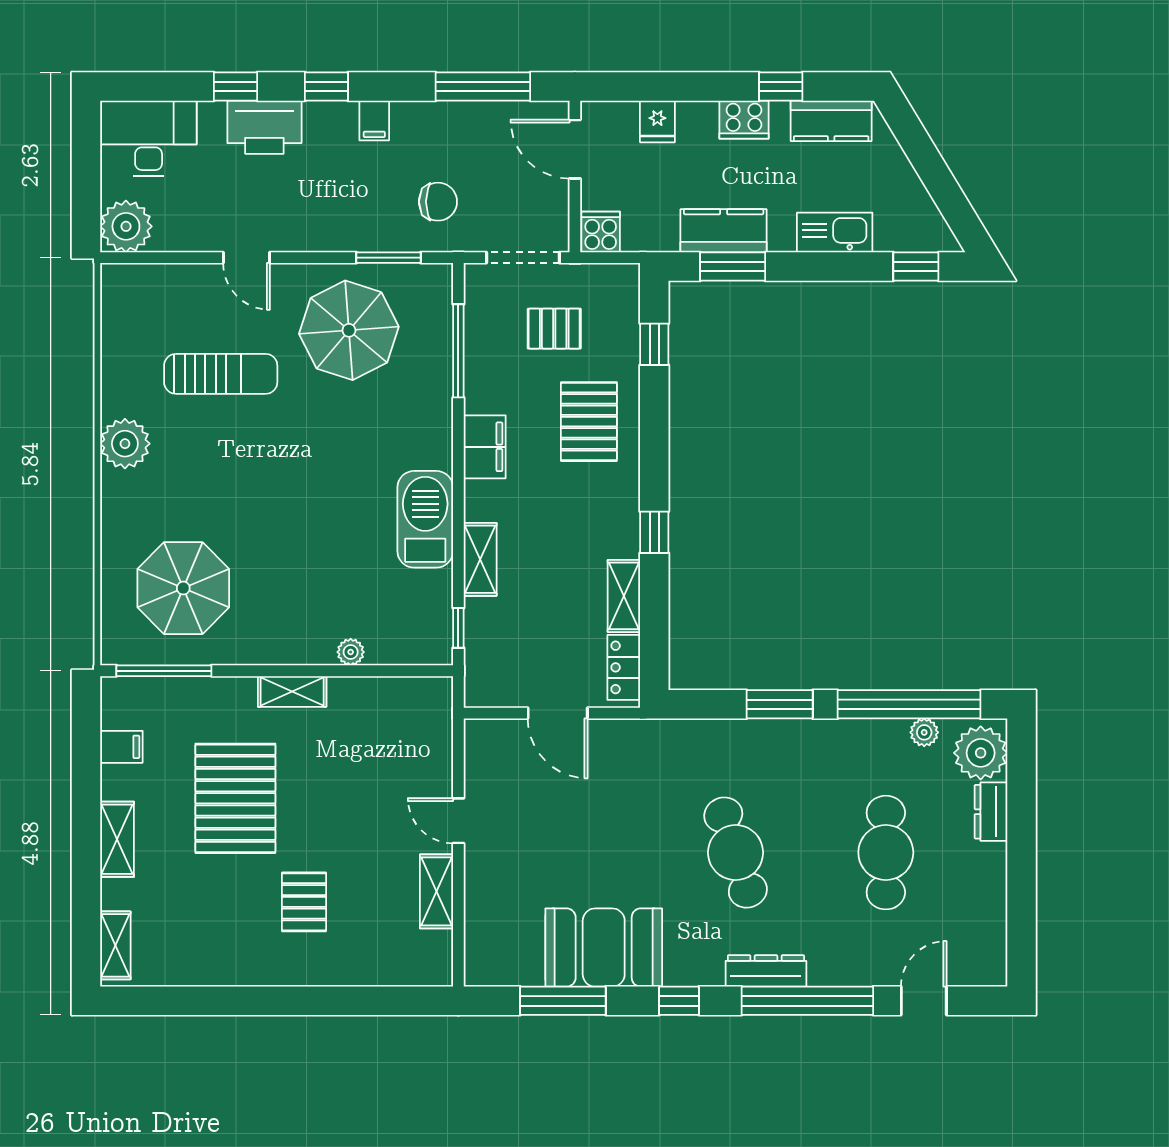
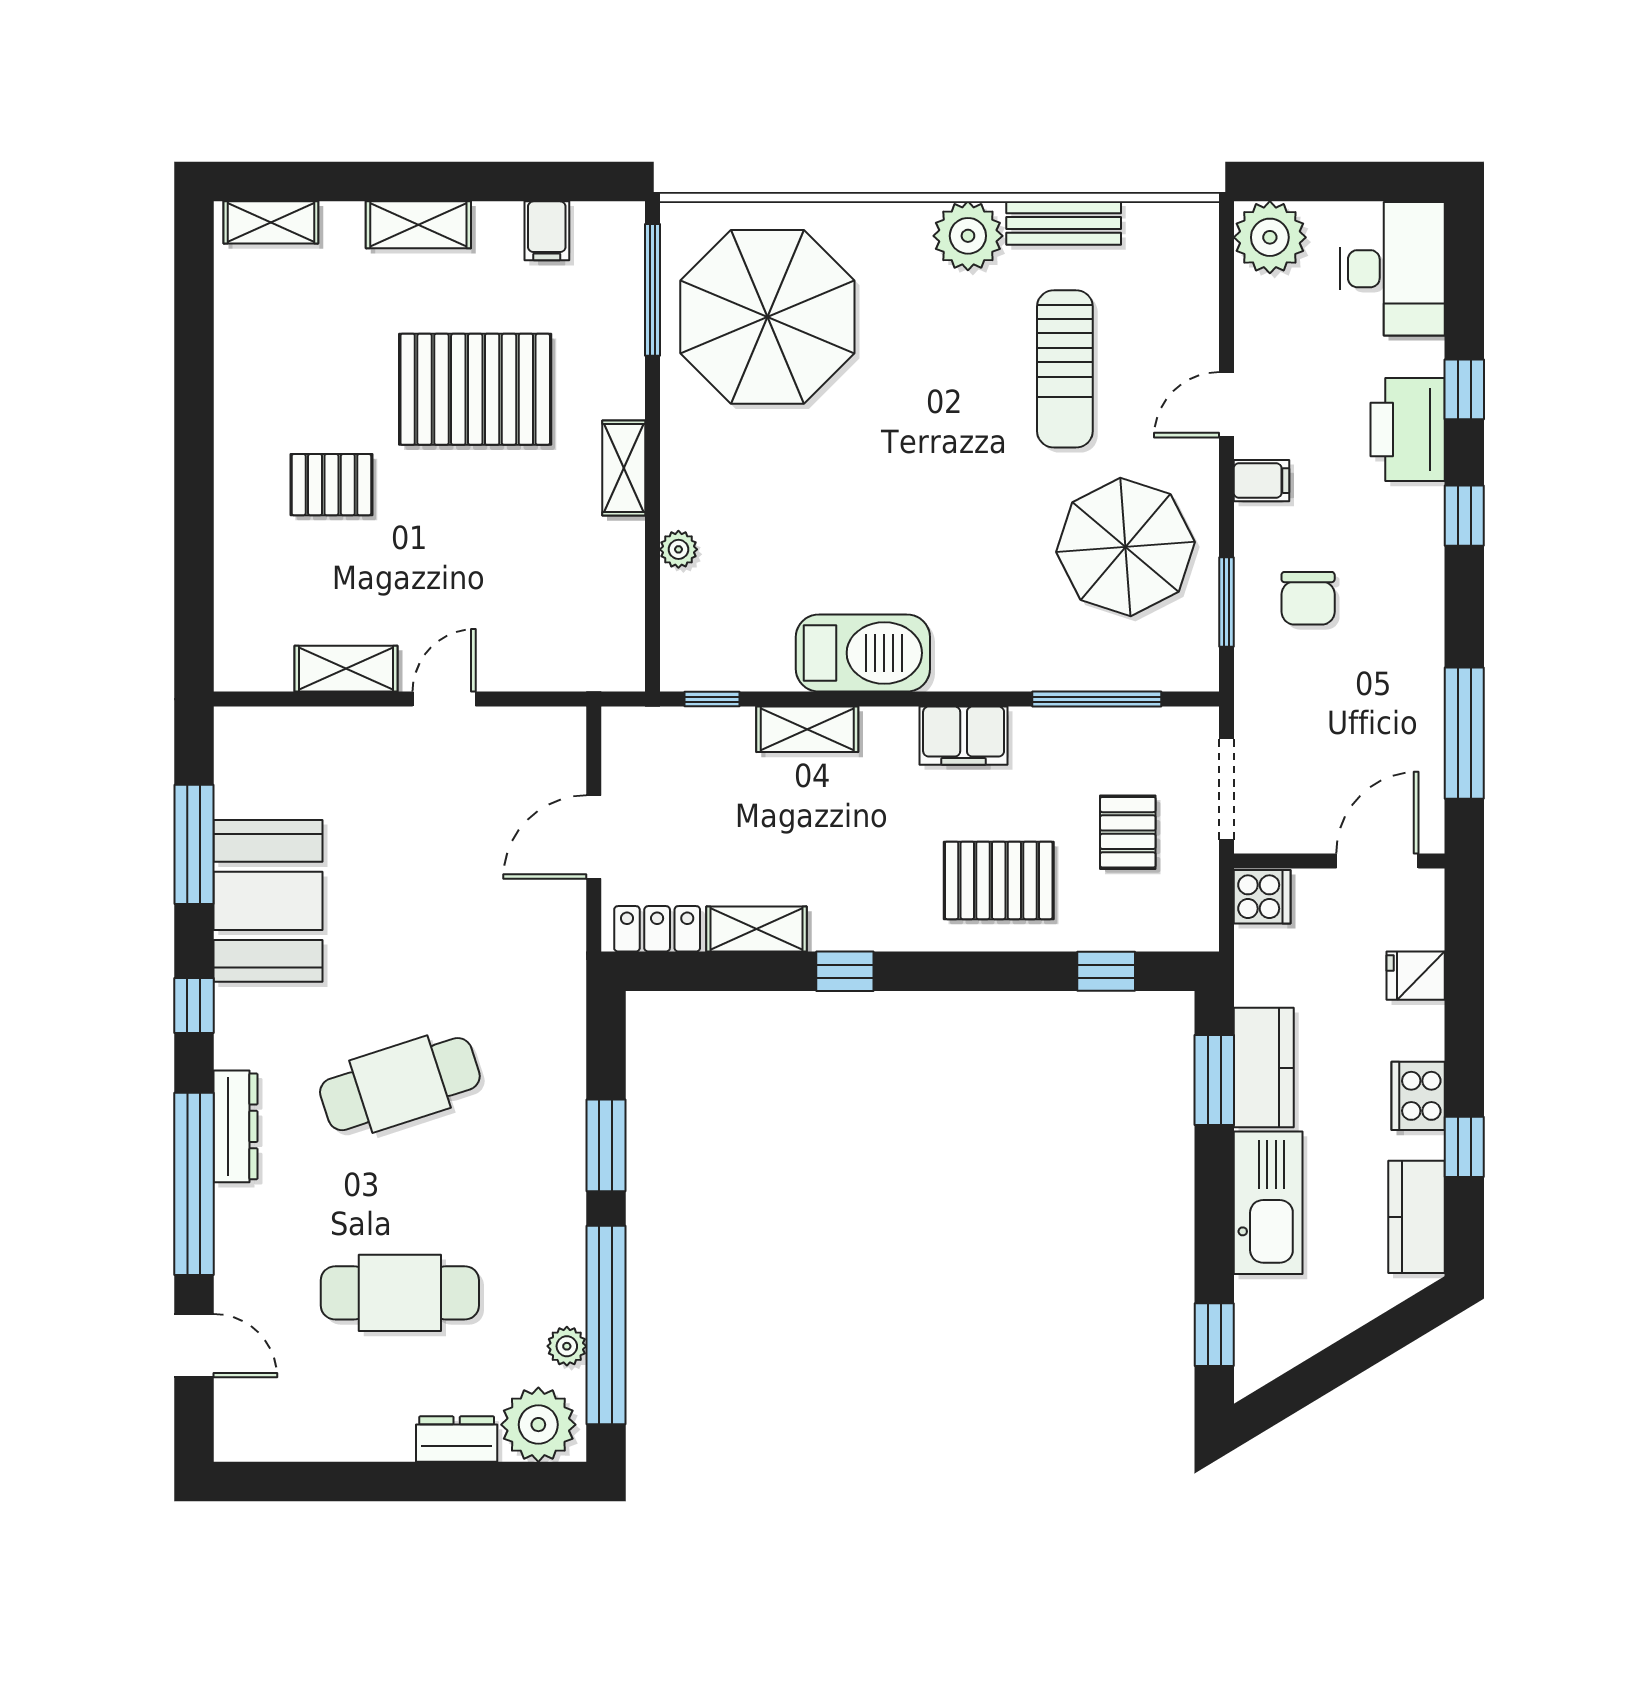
filing cabinet: (374, 120) -> (1261, 481), moved, turned 180
chair: (438, 202) -> (1308, 598), moved
kitchen sink: (835, 232) -> (1268, 1203), width x1.36, depth x1.24
bench: (116, 375) -> (1064, 223), added
parasol: (183, 588) -> (767, 317), width x1.36, depth x1.36

